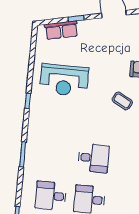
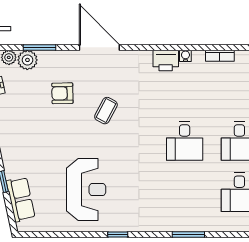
desk: (94, 158) -> (185, 141), turned 180

